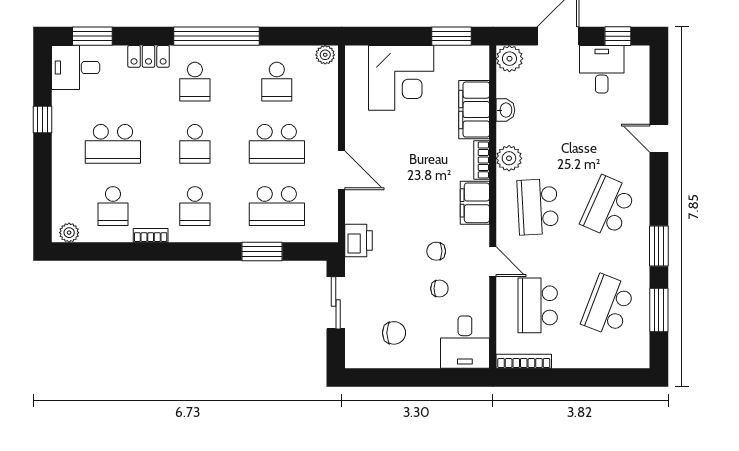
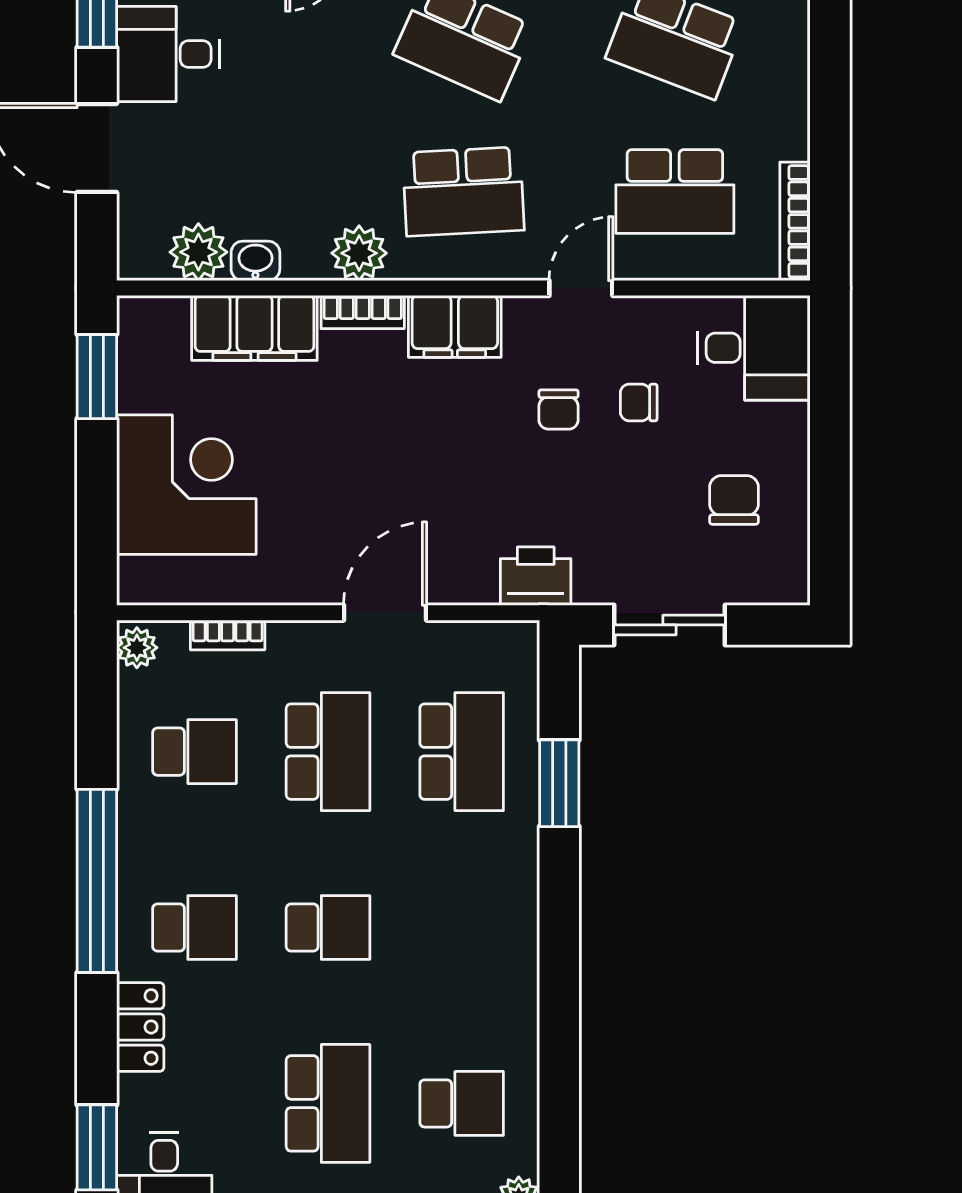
plant: (509, 59) -> (198, 252), moved
school desk: (195, 206) -> (462, 928), removed
bookcase: (151, 235) -> (228, 635), moved, turned -90
chair: (439, 289) -> (639, 402), turned -90

